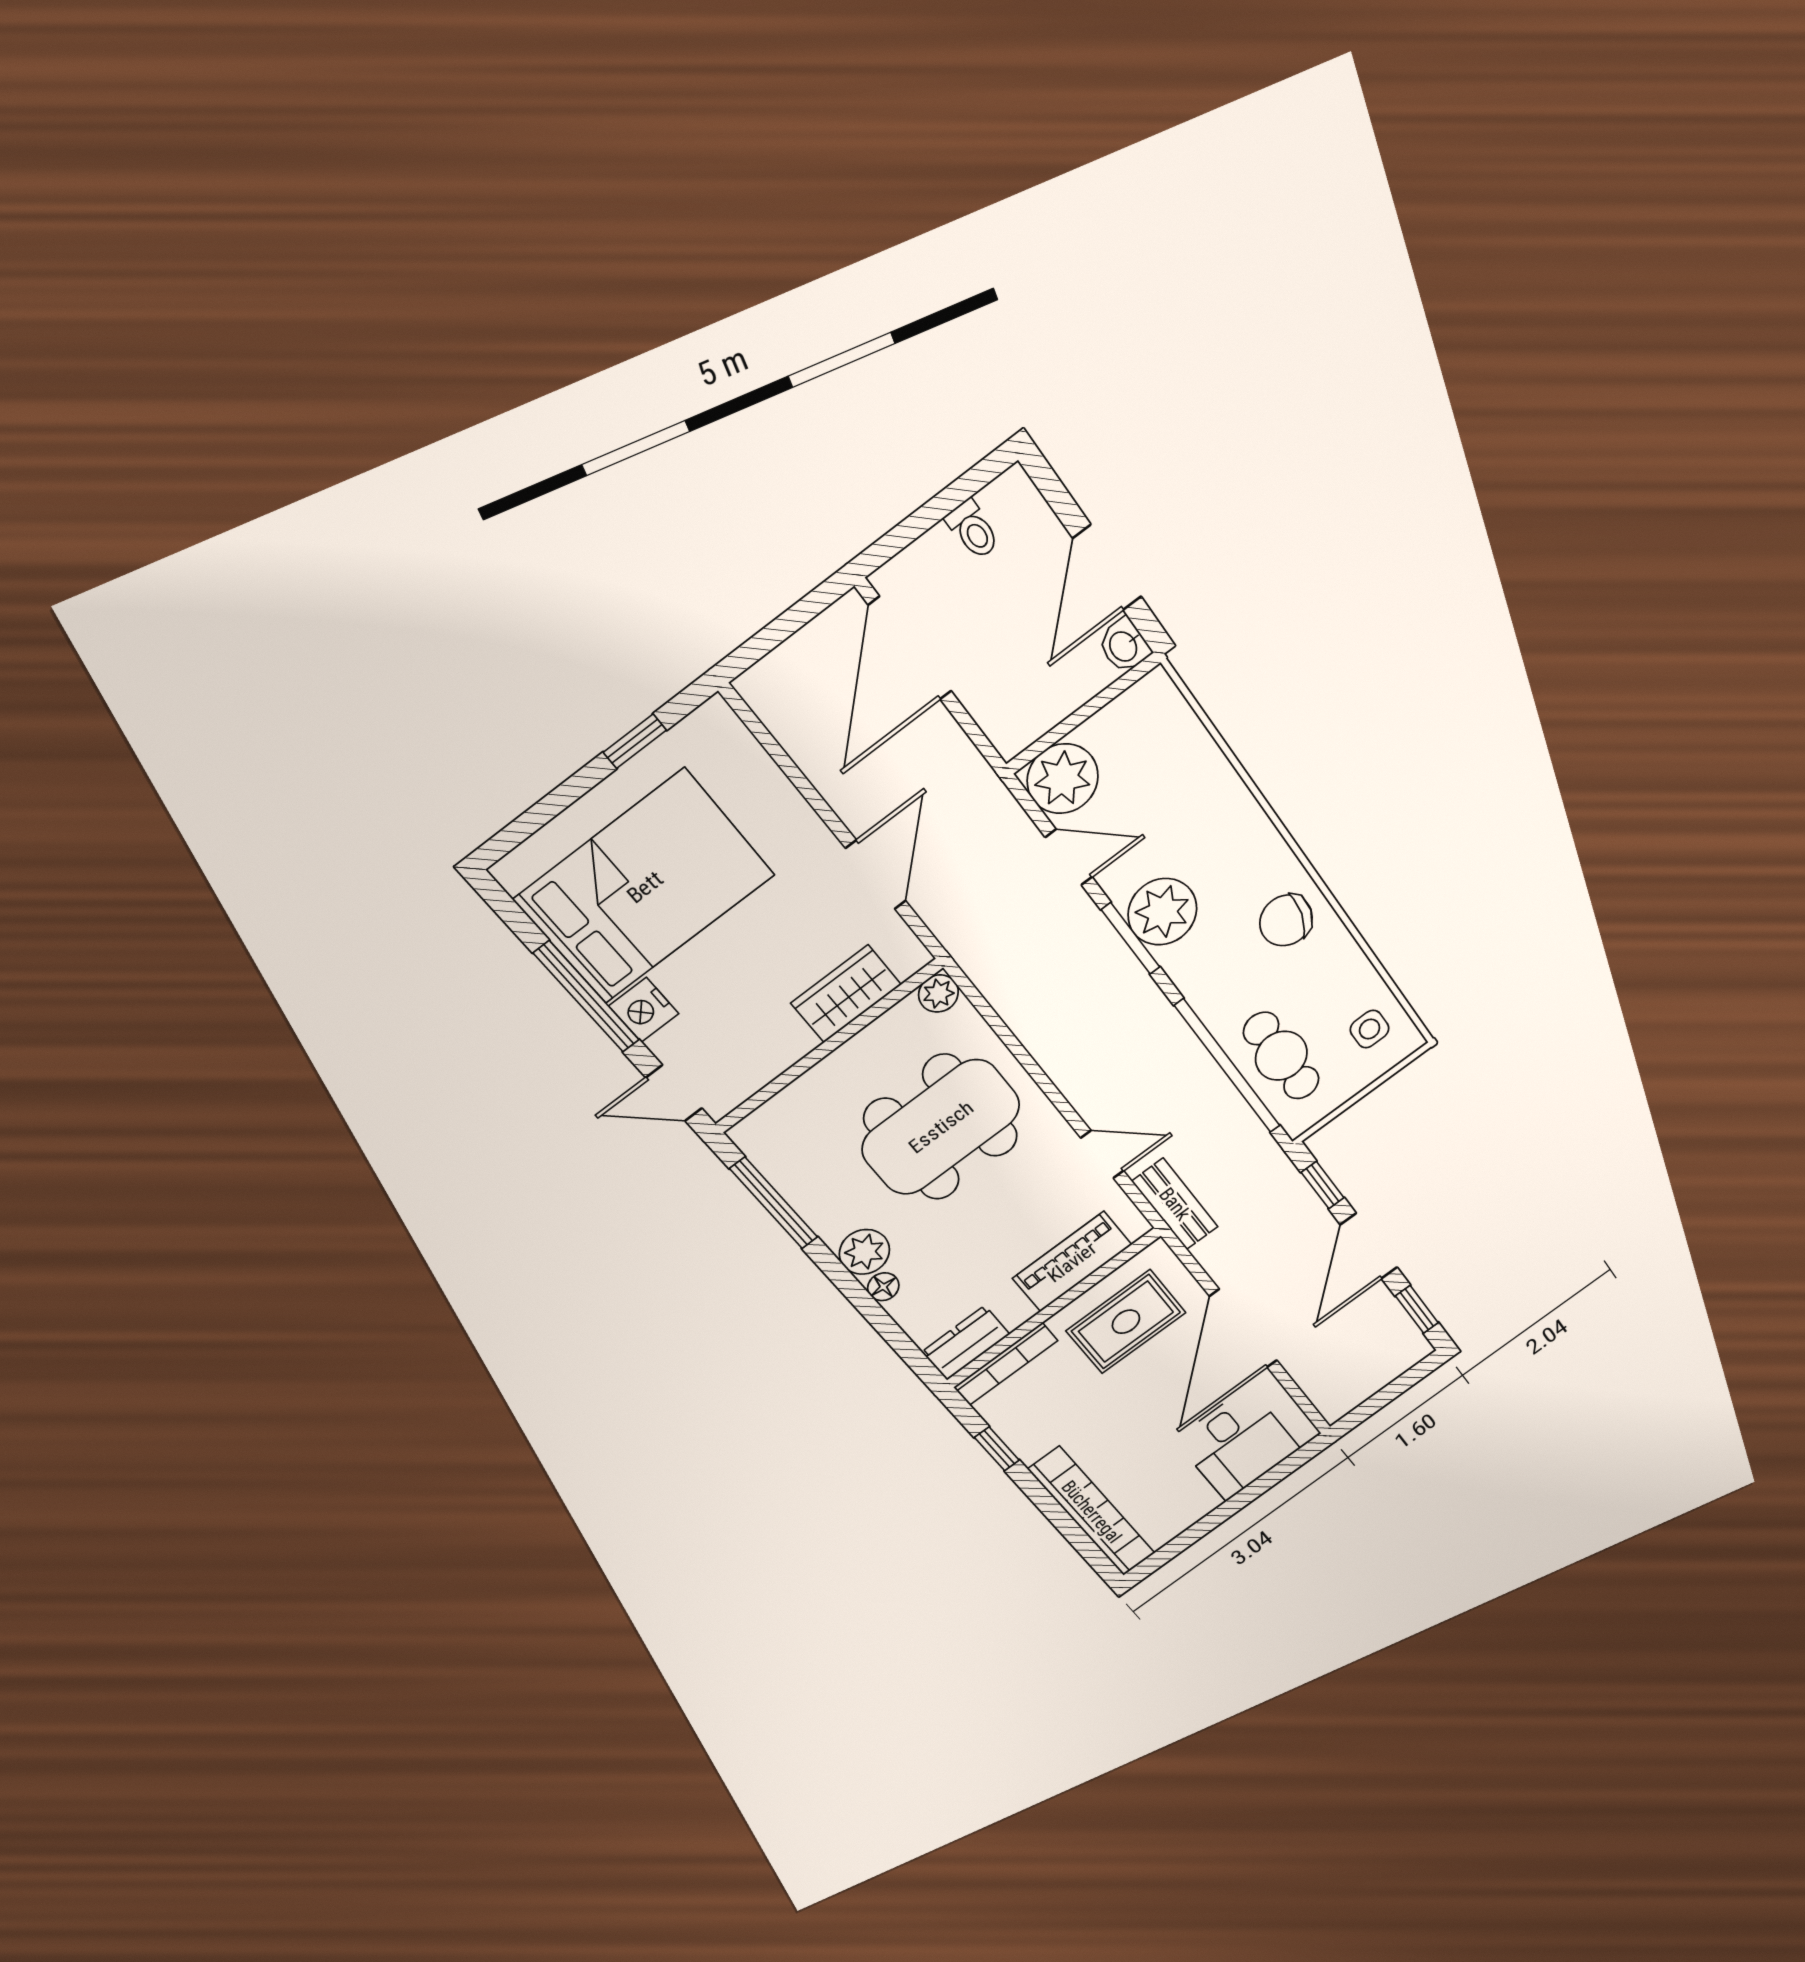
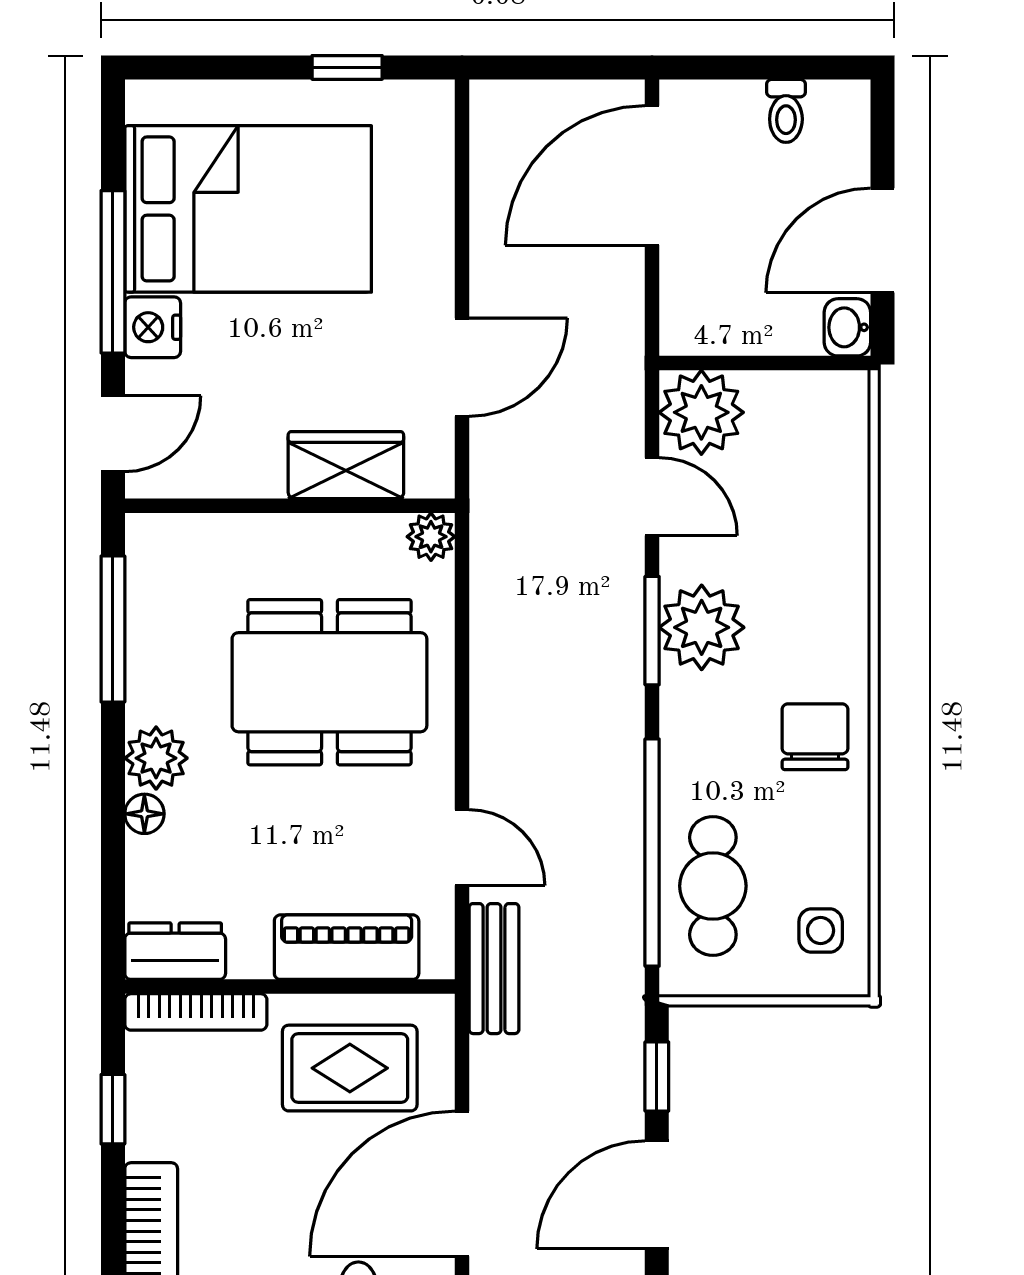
chair: (1286, 920) -> (815, 737), turned 75
door: (674, 1093) -> (113, 434), swing flipped

